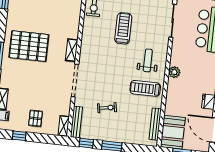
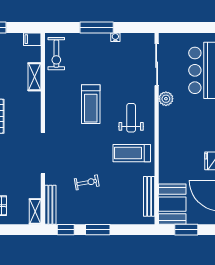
treadmill: (123, 28) -> (91, 104), moved, turned 180
shelving: (72, 50) -> (35, 77), moved
plant: (174, 72) -> (166, 99), moved

